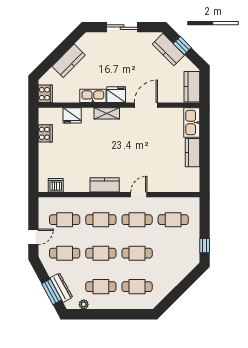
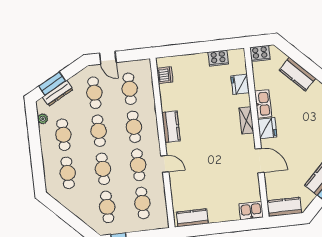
kitchen sink: (192, 123) -> (251, 211), width x0.73
kitchen counter: (192, 153) -> (192, 218), moved
cafe table: (173, 253) -> (107, 207), added

